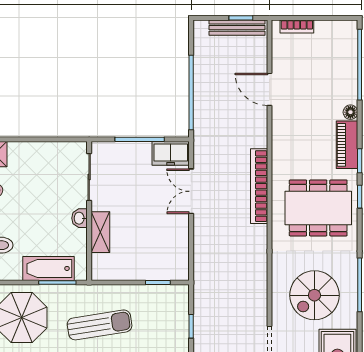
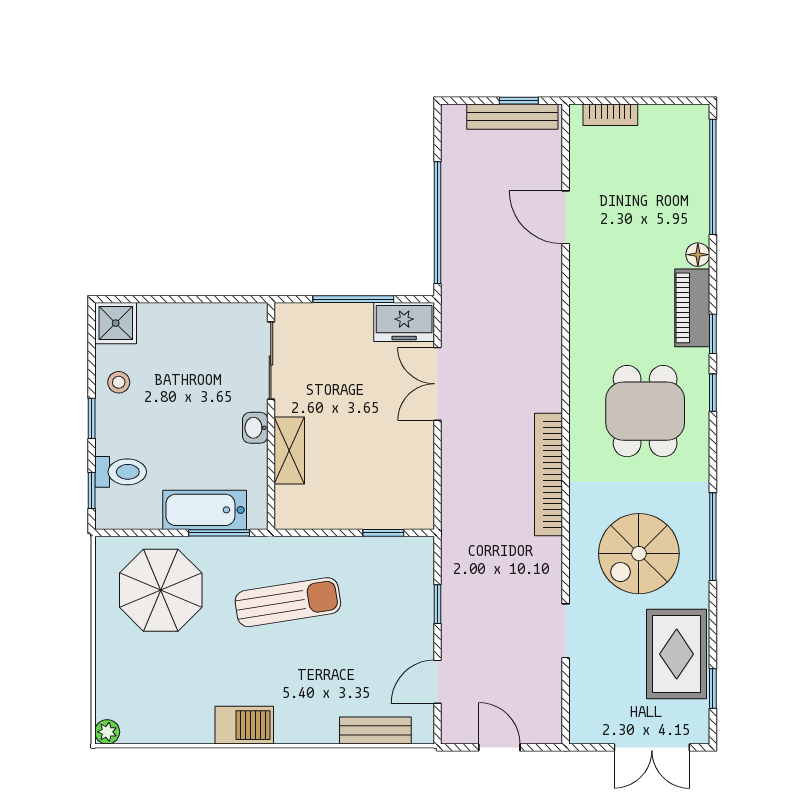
bookcase: (259, 186) -> (548, 474), moved
dining table: (318, 208) -> (645, 411), width x0.73

